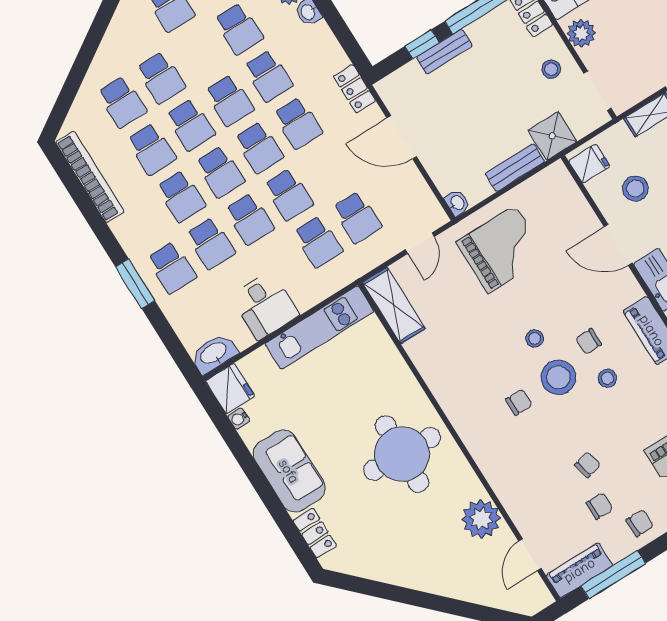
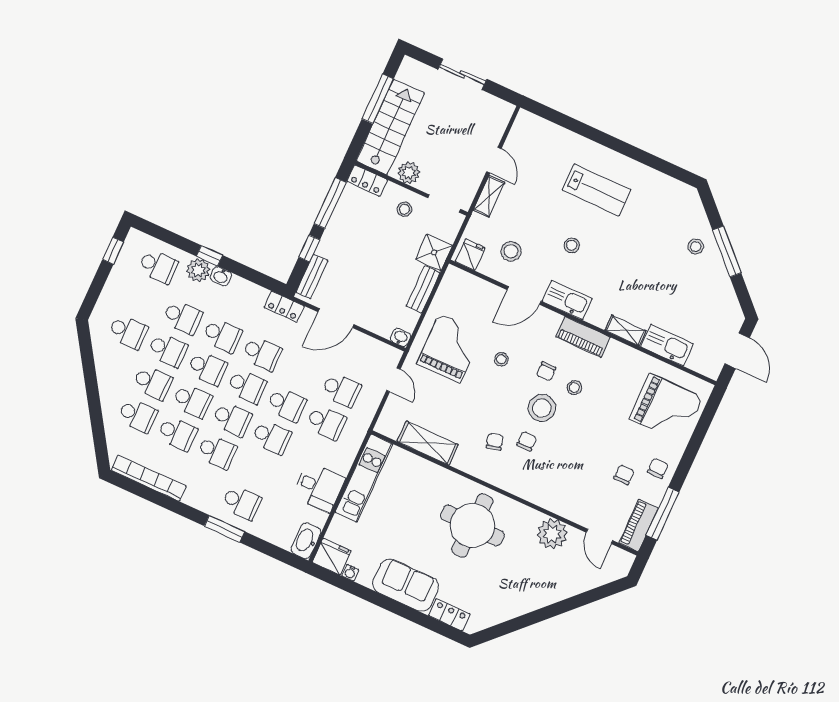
bench: (444, 52) -> (312, 276), moved
school desk: (211, 243) -> (168, 350), moved
shelving: (394, 305) -> (428, 443), moved
stool: (535, 338) -> (501, 359), moved
chair: (588, 465) -> (495, 442), moved

